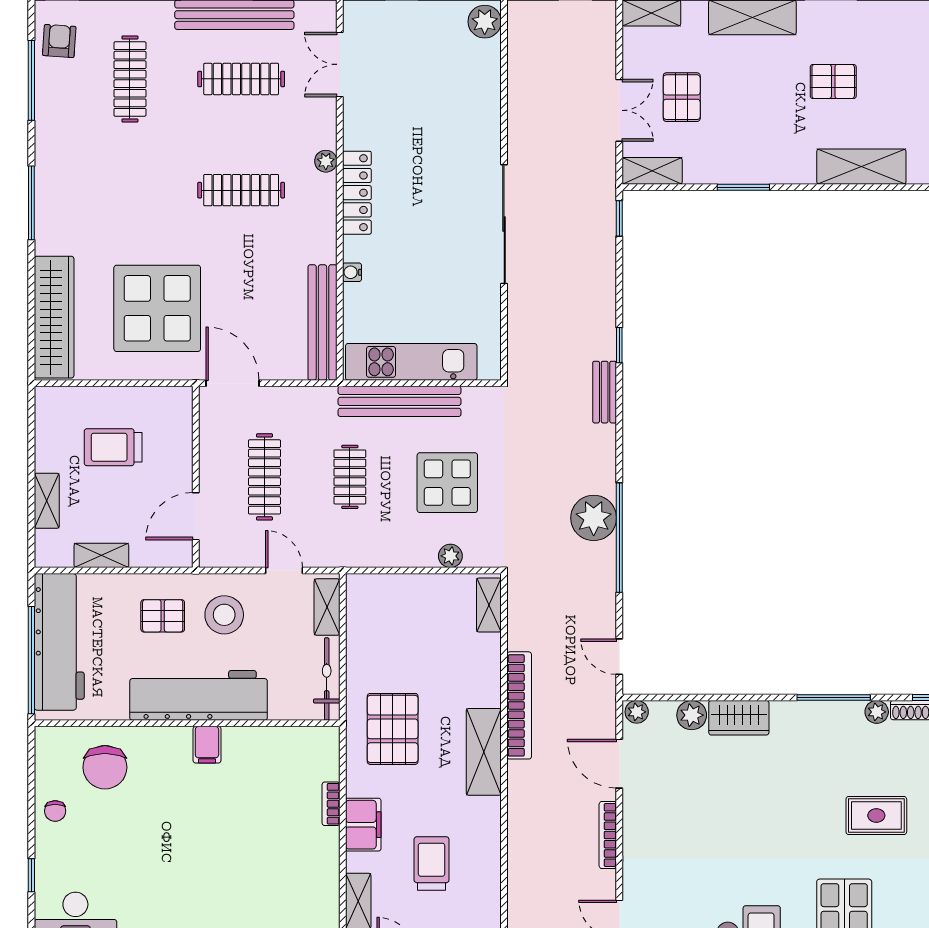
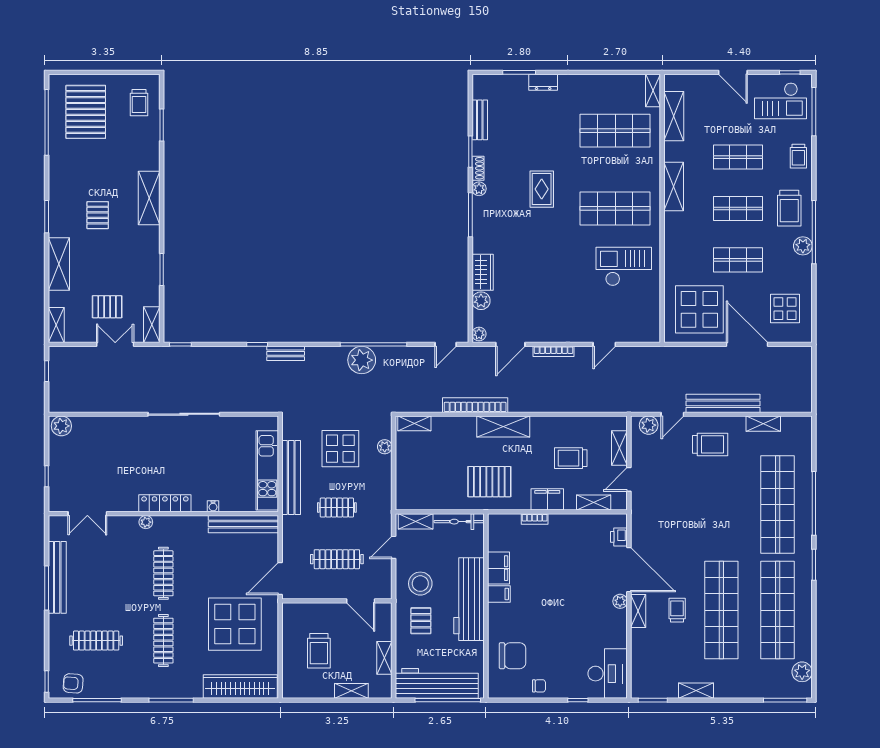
clothes rail: (241, 79) -> (163, 641), moved
filing cabinet: (250, 744) -> (498, 568), added

